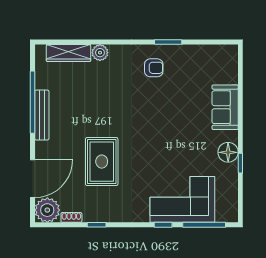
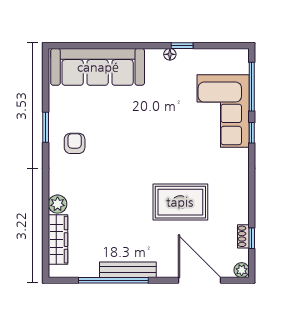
sofa: (225, 107) -> (98, 67), width x1.85, depth x1.27
floor lamp: (228, 152) -> (170, 54), width x0.53, depth x0.53
plant: (47, 210) -> (242, 270), width x0.53, depth x0.53
window: (97, 225) -> (252, 238), moved

